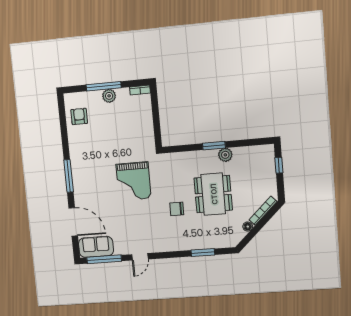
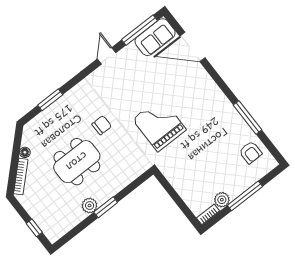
plant: (109, 96) -> (222, 200), moved
window: (69, 176) -> (248, 117), moved
dining table: (213, 194) -> (77, 162), turned 90

